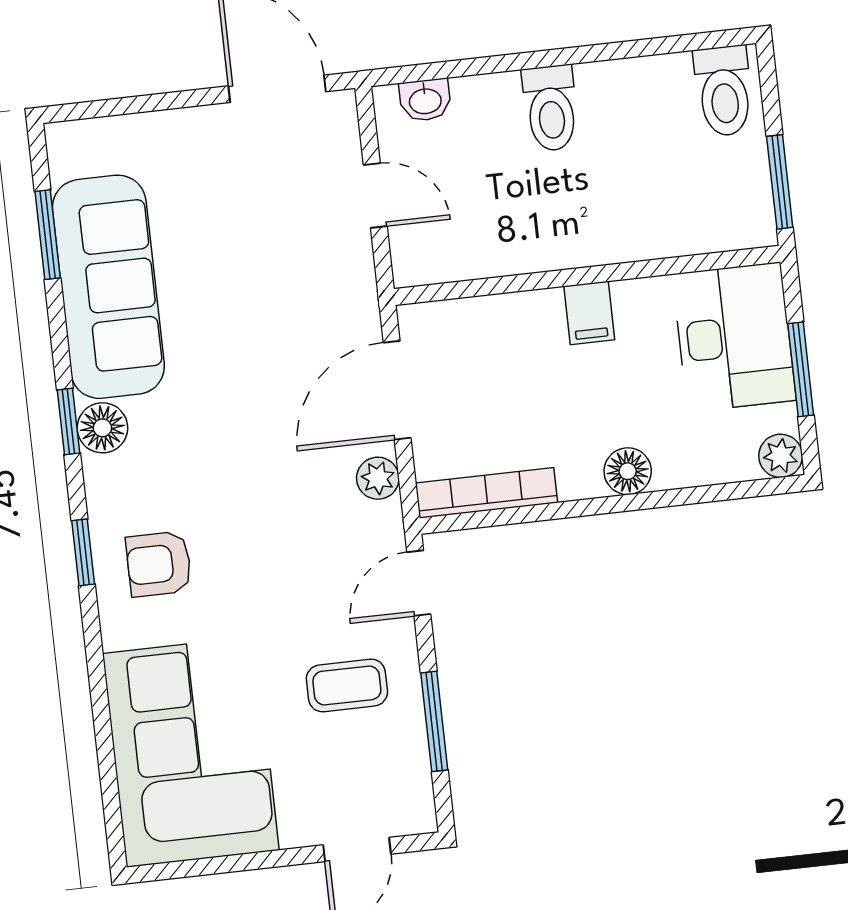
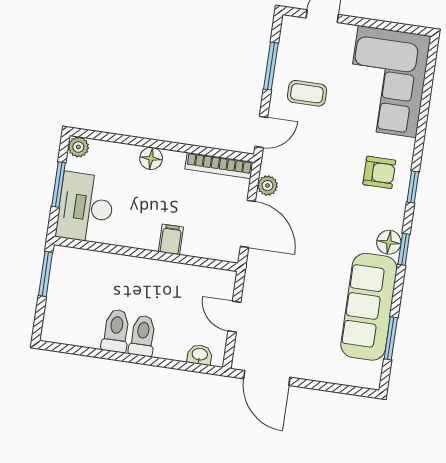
toilet: (724, 91) -> (116, 331), moved
filing cabinet: (589, 313) -> (171, 239), moved
door: (397, 390) -> (248, 224), hinge flipped

